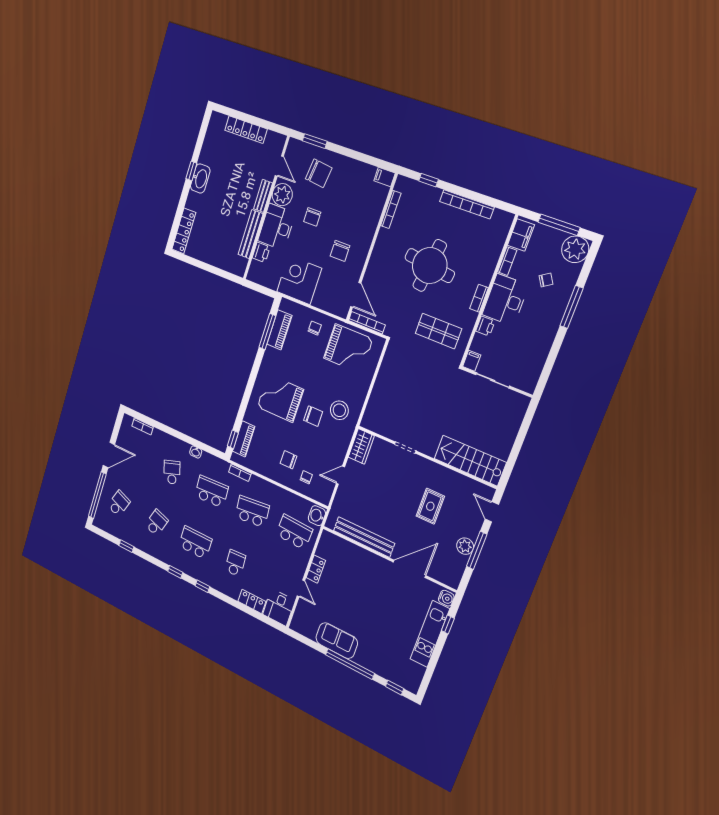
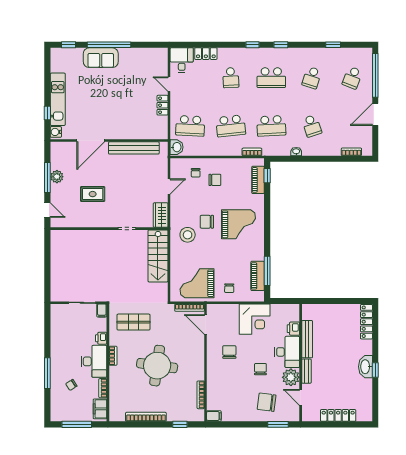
plant: (575, 249) -> (60, 412), removed
stairs: (470, 461) -> (158, 256), moved, turned 90
rug: (430, 506) -> (93, 194), turned 90
sofa: (337, 641) -> (101, 58), moved

